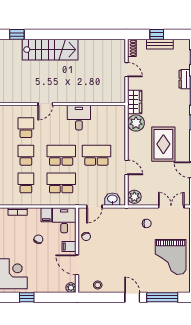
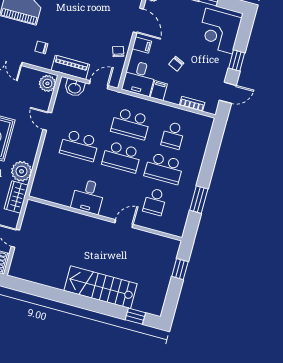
school desk: (26, 155) -> (164, 169), width x1.85
piano: (120, 214) -> (70, 67), added

